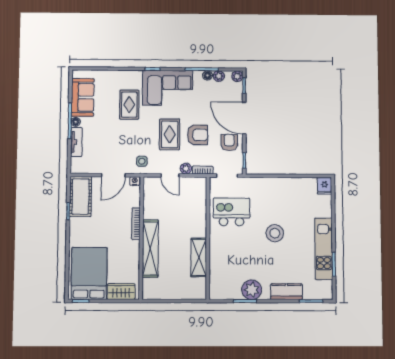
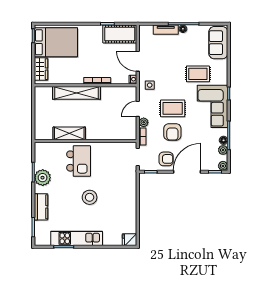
sofa: (83, 97) -> (218, 43), moved, turned 90
kitchen island: (232, 212) -> (79, 161), moved

